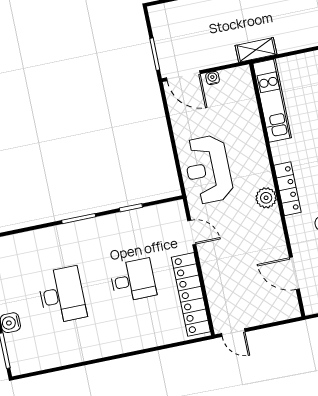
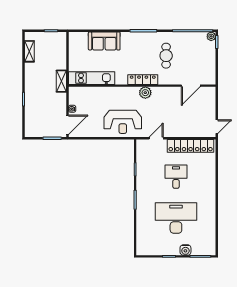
desk: (62, 295) -> (176, 218), width x1.36, depth x1.30

